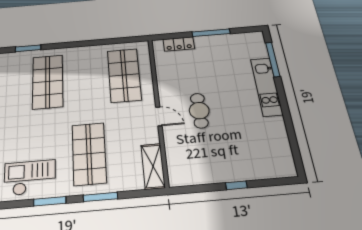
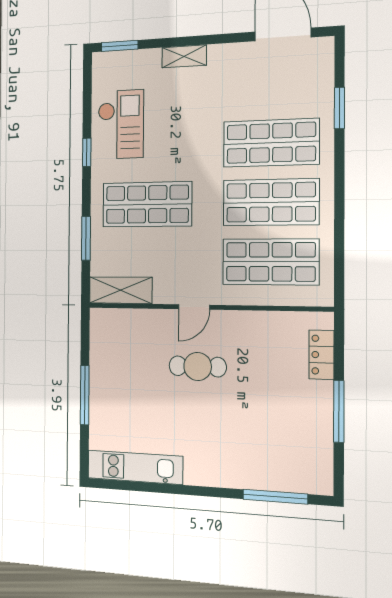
shop shelf: (86, 78) -> (271, 202), added
kitchen unit: (266, 87) -> (135, 467), moved
window: (236, 185) -> (85, 395), width x2.17
window: (100, 197) -> (86, 238), moved
window: (50, 201) -> (87, 152), width x0.67

